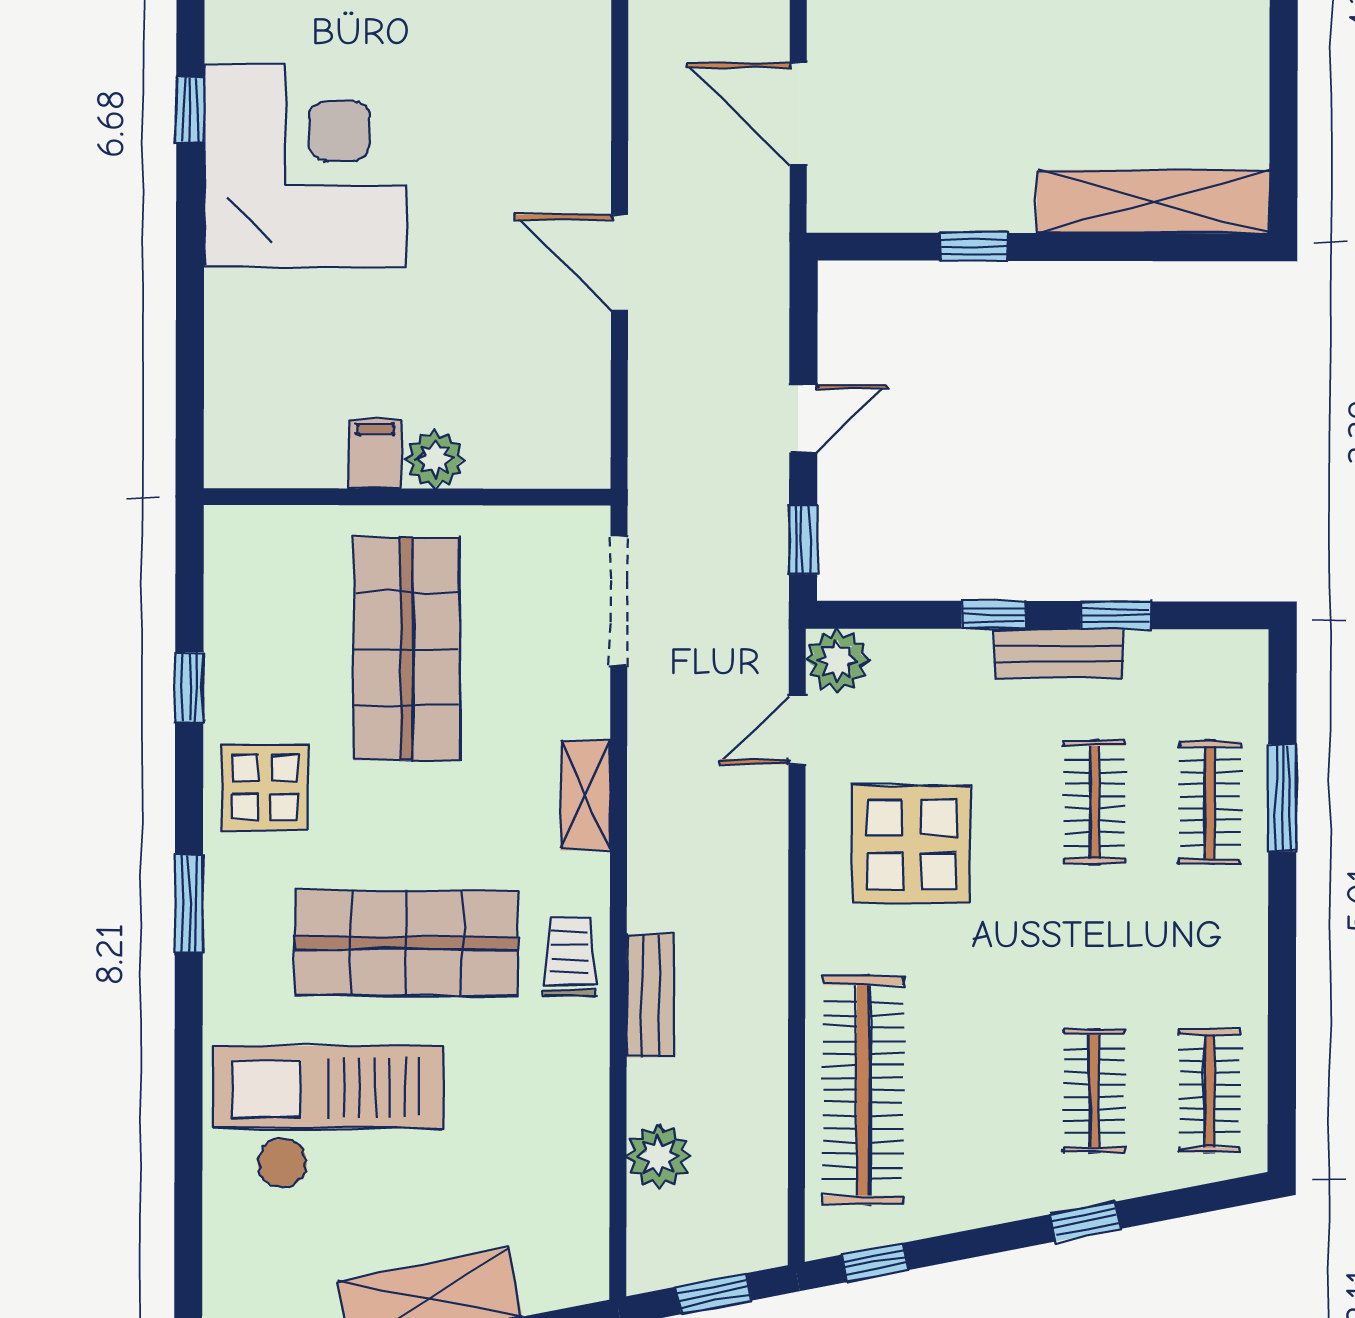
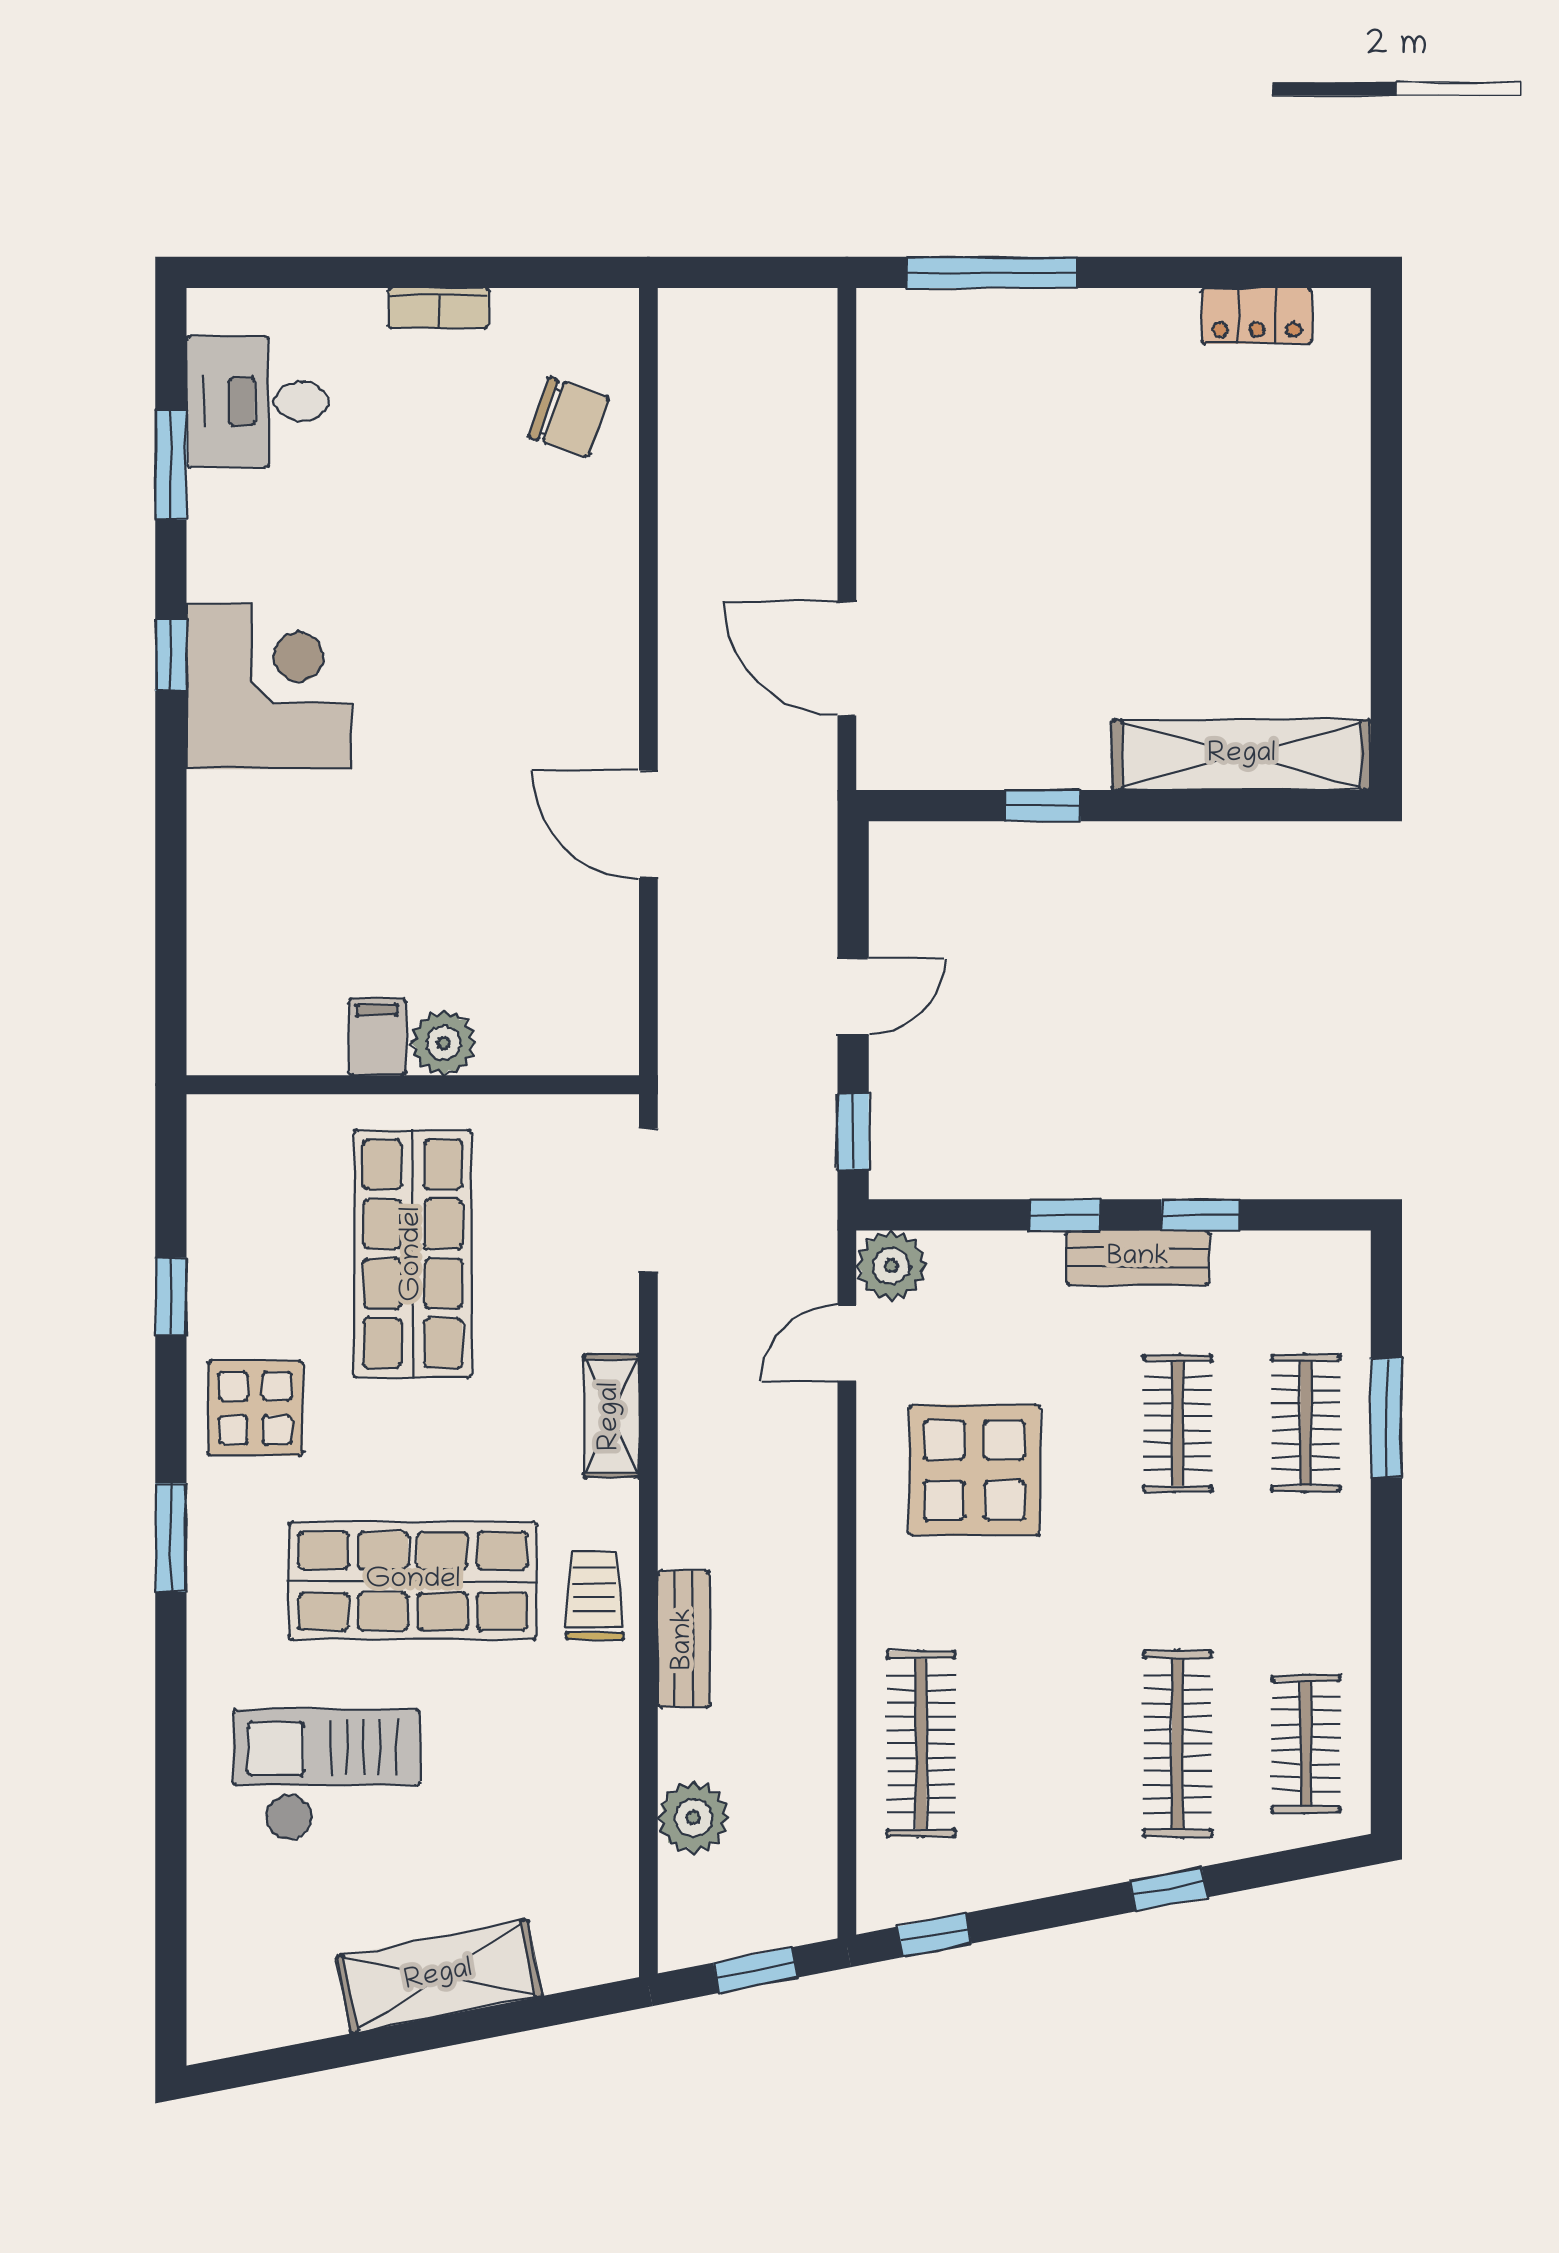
corner desk: (305, 165) -> (269, 687), width x0.74, depth x0.74
clothes rail: (863, 1090) -> (921, 1744), width x0.73, depth x0.76
clothes rail: (1094, 1091) -> (1178, 1744), width x1.36
checkout: (328, 1117) -> (326, 1775), width x0.73, depth x0.83

